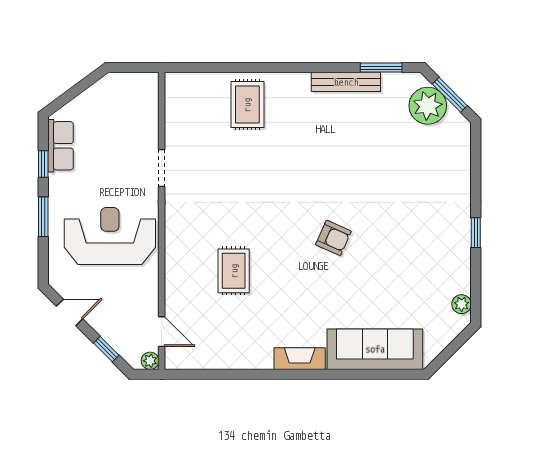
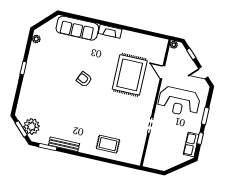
rug: (247, 105) -> (108, 144), turned 90
rug: (234, 271) -> (130, 75), width x1.86, depth x2.06
door: (162, 332) -> (162, 72), moved

